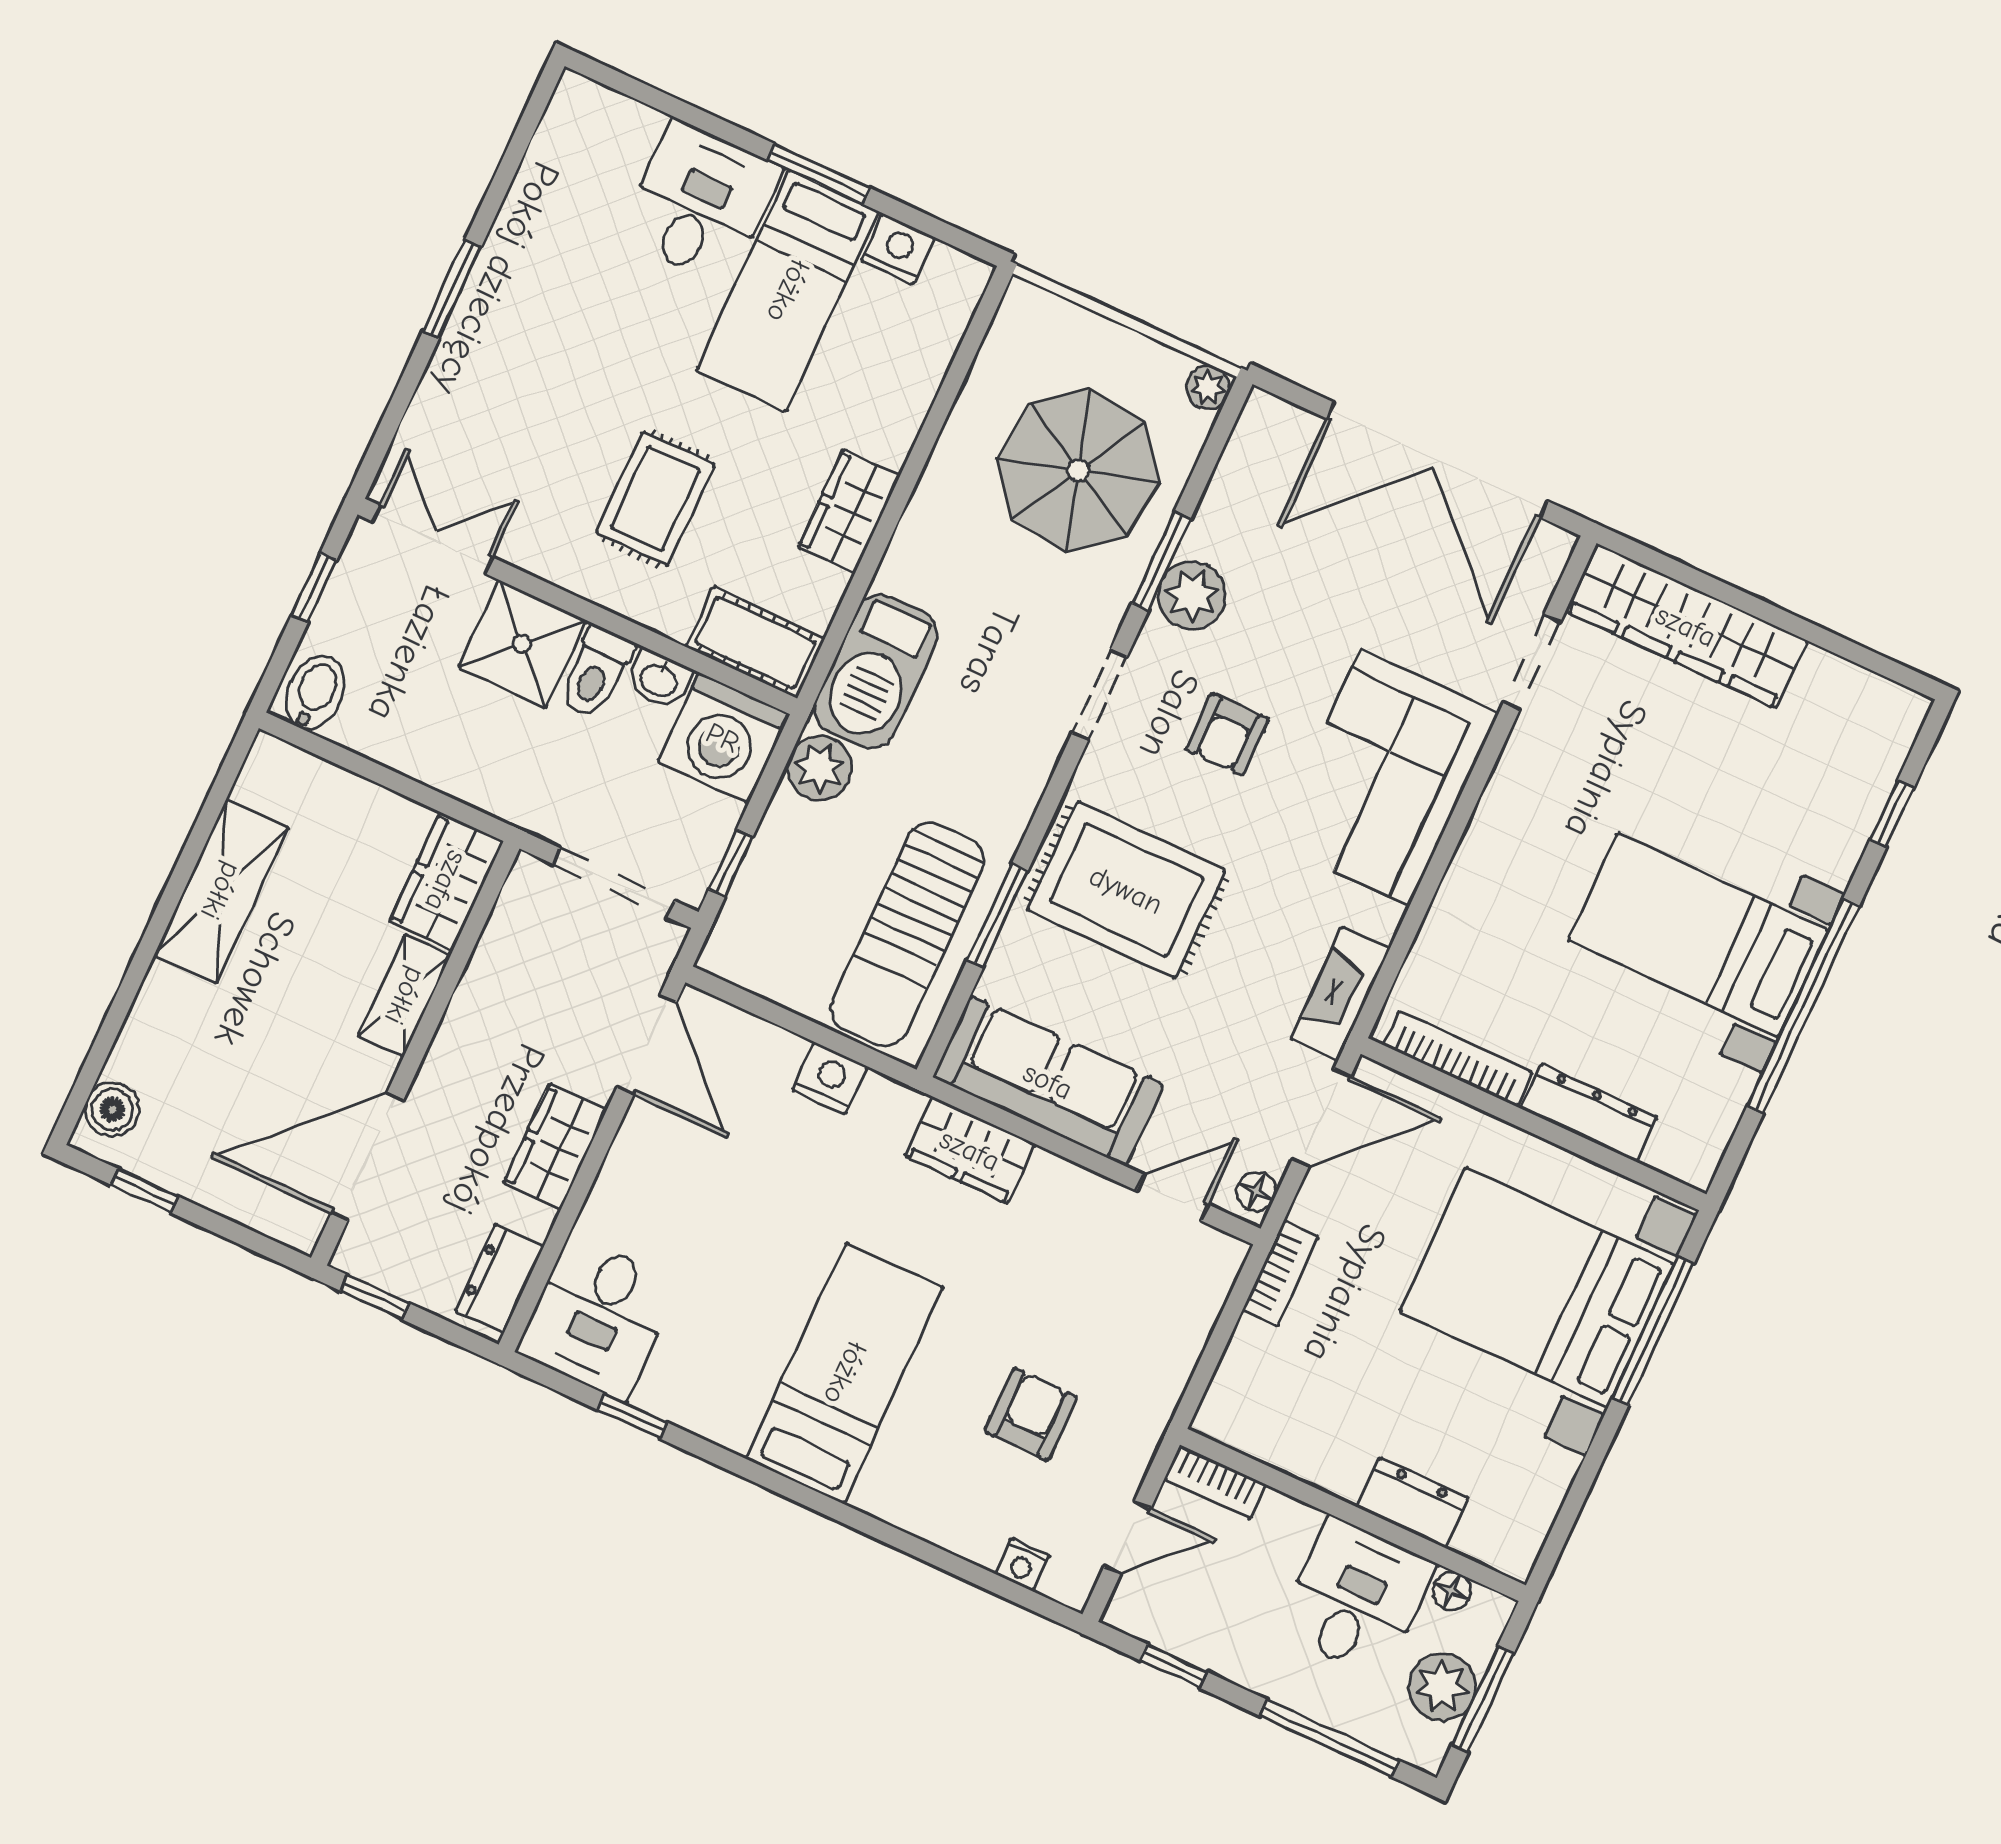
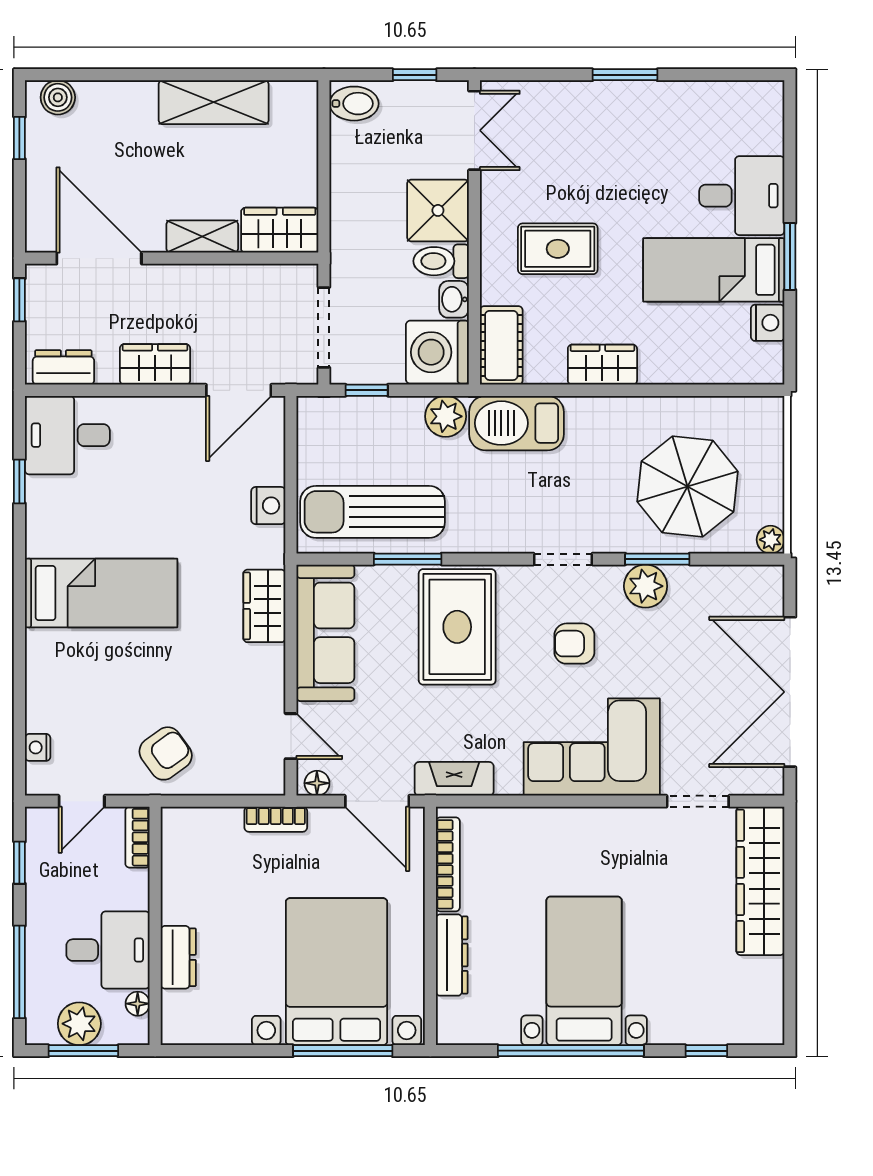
armchair: (1031, 1414) -> (166, 753), moved, turned -36
door: (1127, 1538) -> (82, 801), hinge flipped

